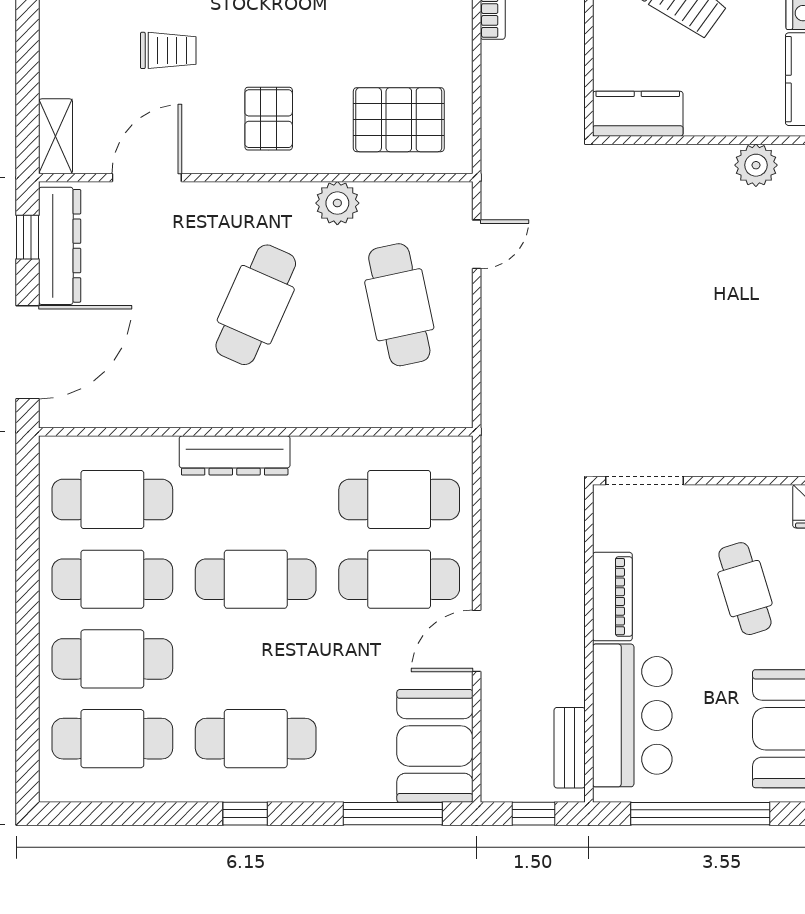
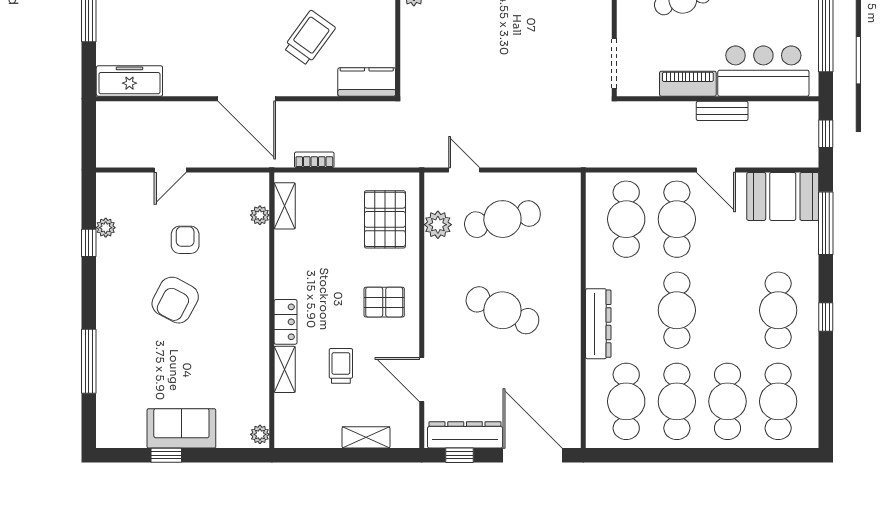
kitchen counter: (638, 114) -> (367, 82), moved, turned 90
shelving: (56, 136) -> (366, 437), moved
plant: (337, 203) -> (438, 225), moved
bench: (570, 748) -> (722, 111), moved

